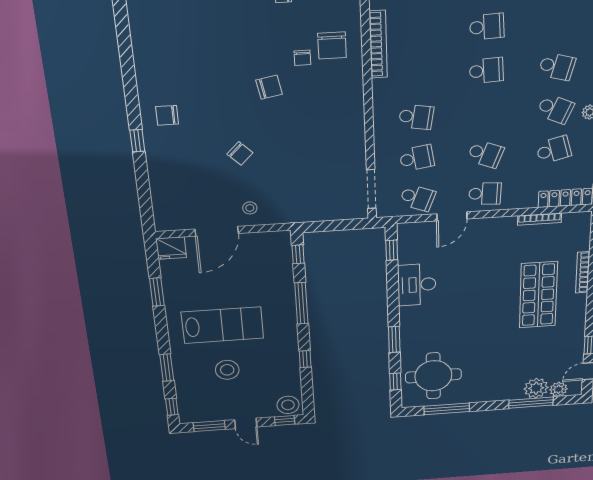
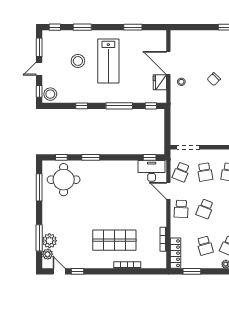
fridge: (171, 248) -> (160, 82), moved
desk: (417, 285) -> (152, 171), moved

